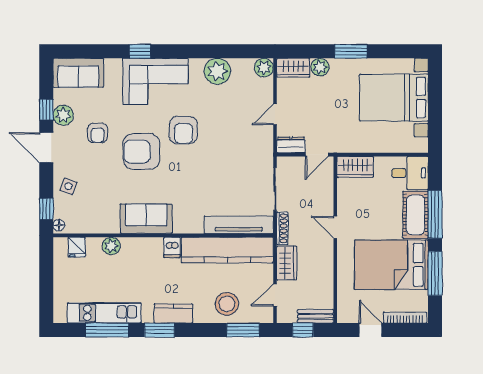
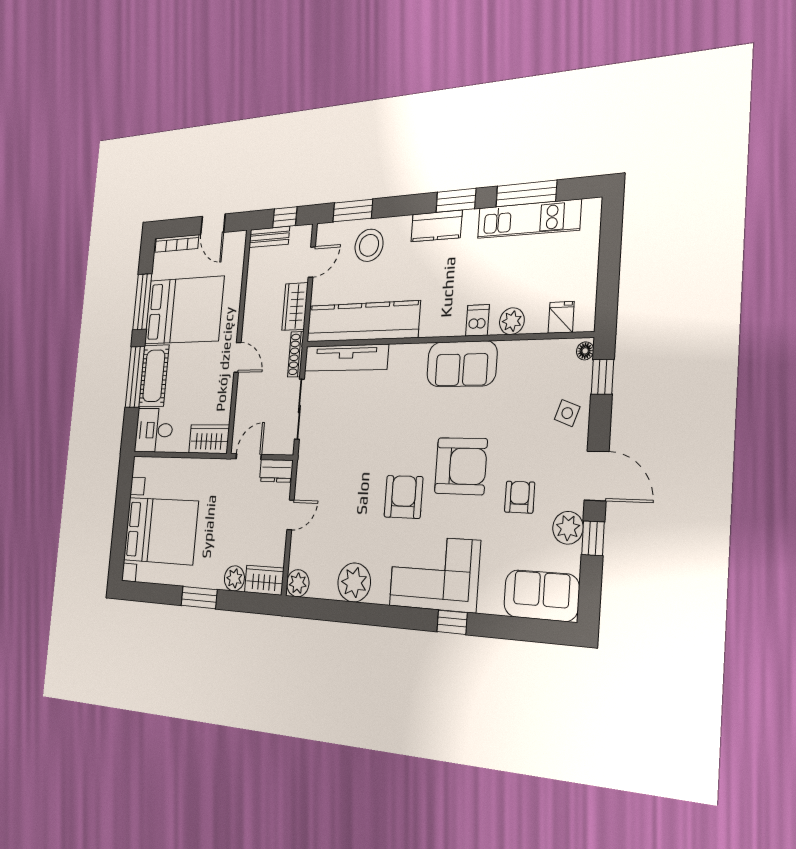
dishwasher: (172, 247) -> (477, 320), moved

